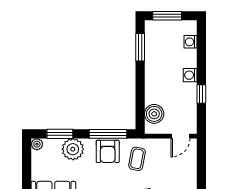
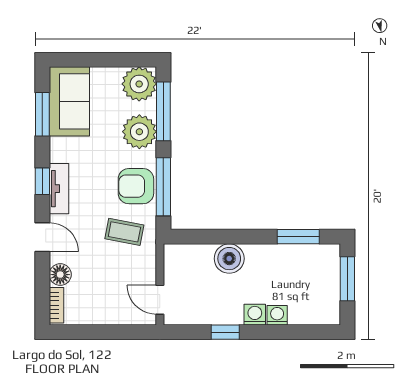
washing machine: (191, 42) -> (277, 315), moved
boiler: (154, 114) -> (229, 259), moved
window: (60, 134) -> (163, 111), width x1.44
plant: (37, 144) -> (139, 84), width x1.87, depth x1.87

